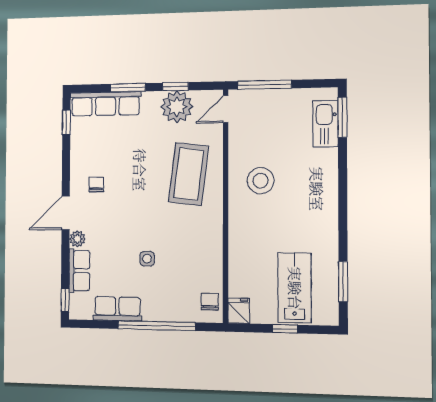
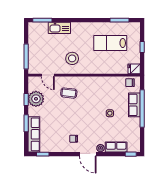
door: (226, 109) -> (48, 75), moved
kitchen sink: (326, 124) -> (59, 28), moved
coffee table: (189, 174) -> (69, 93), width x0.54, depth x0.58
lab bench: (295, 288) -> (110, 43), moved
row of seats: (117, 309) -> (134, 105), moved

